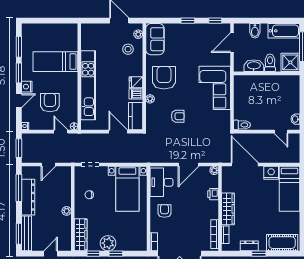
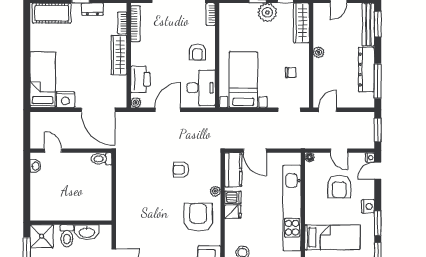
armchair: (164, 78) -> (198, 217), turned 180
corner sofa: (215, 88) -> (135, 205), removed
door: (19, 101) -> (378, 171), moved
door: (61, 132) -> (339, 151), moved
door: (48, 165) -> (328, 110), moved
printer: (213, 194) -> (140, 79), width x1.87, depth x1.48

